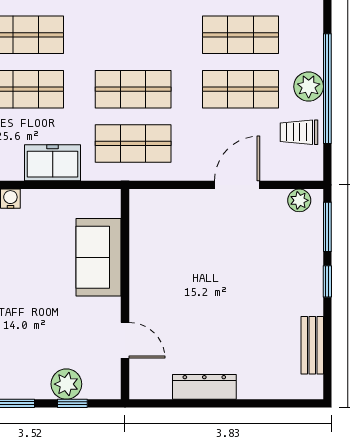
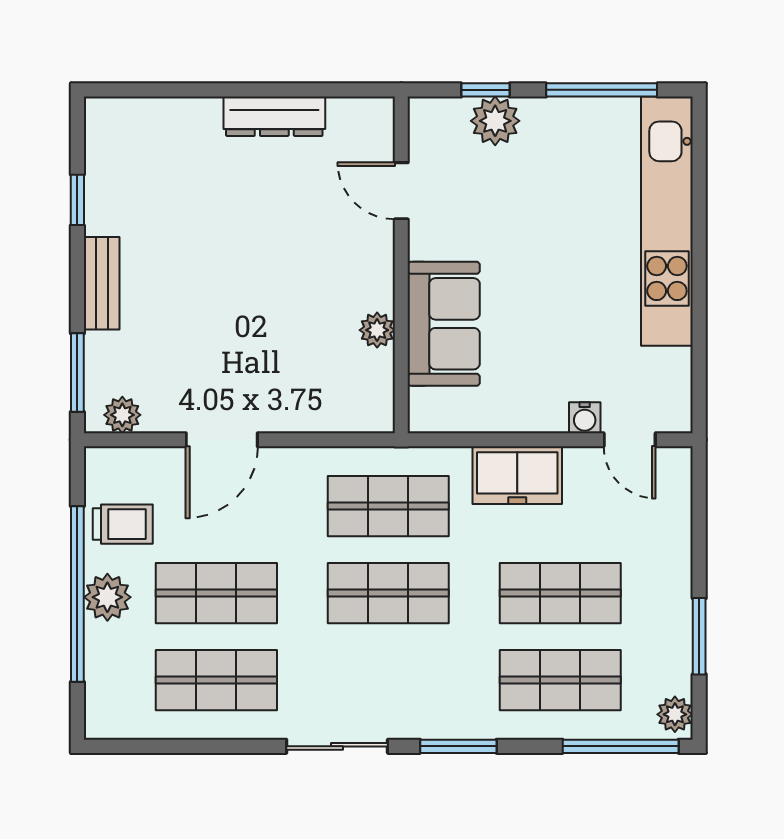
plant: (140, 253) -> (377, 330), added
window: (327, 281) -> (77, 200), moved
bench: (312, 345) -> (102, 283), moved

